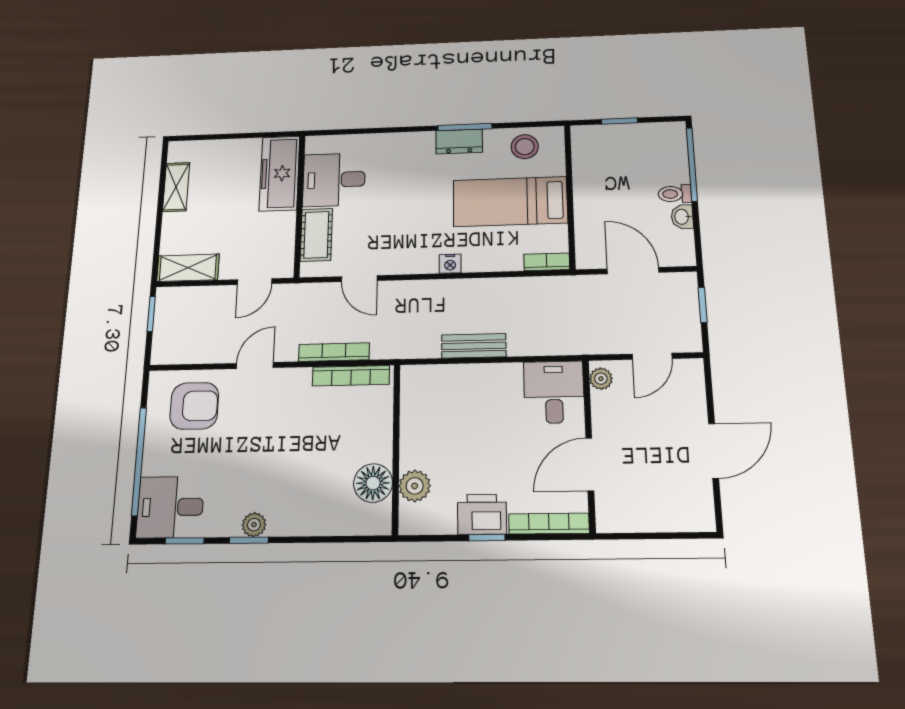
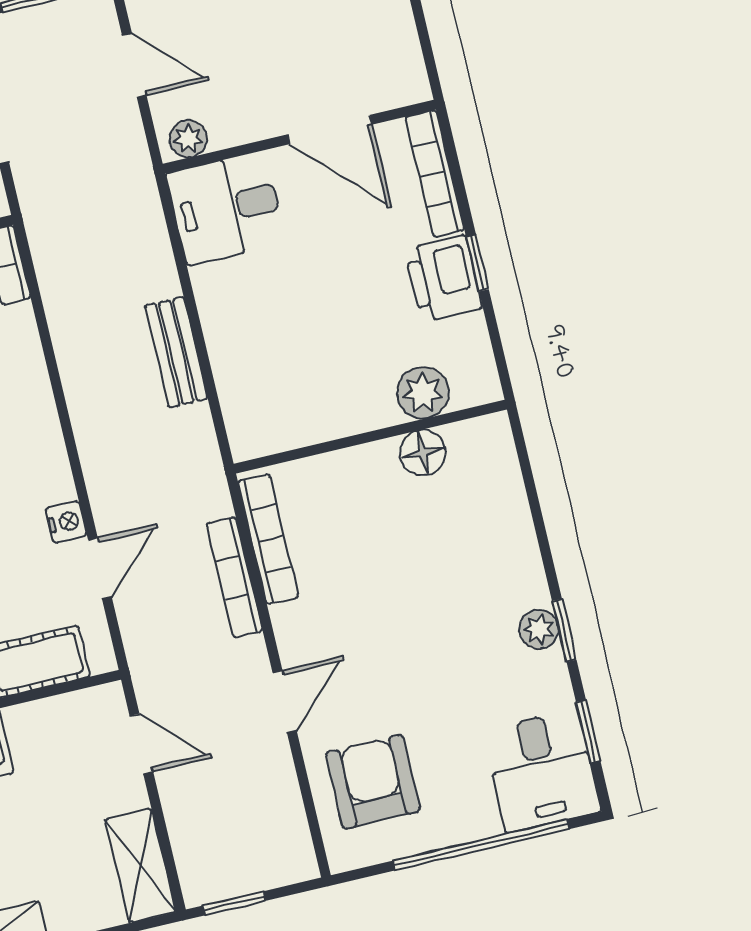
nightstand: (450, 264) -> (66, 522), moved
door: (255, 365) -> (285, 702), swing flipped
floor lamp: (373, 483) -> (423, 453), width x0.73, depth x0.73

